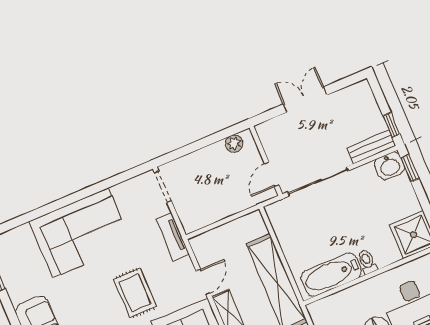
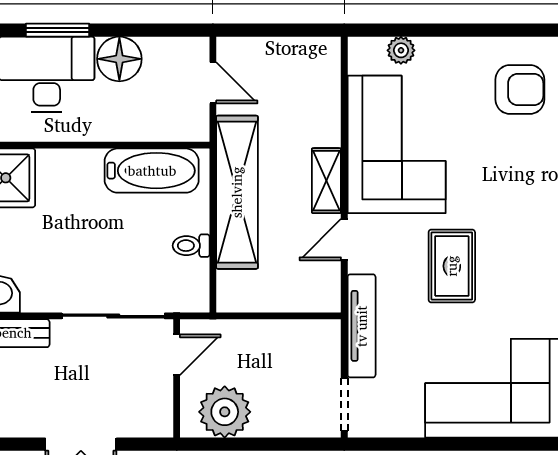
plant: (234, 144) -> (225, 412), width x1.87, depth x1.87
tv unit: (172, 236) -> (362, 326), width x1.41
toilet: (367, 262) -> (191, 246), moved, turned 90

